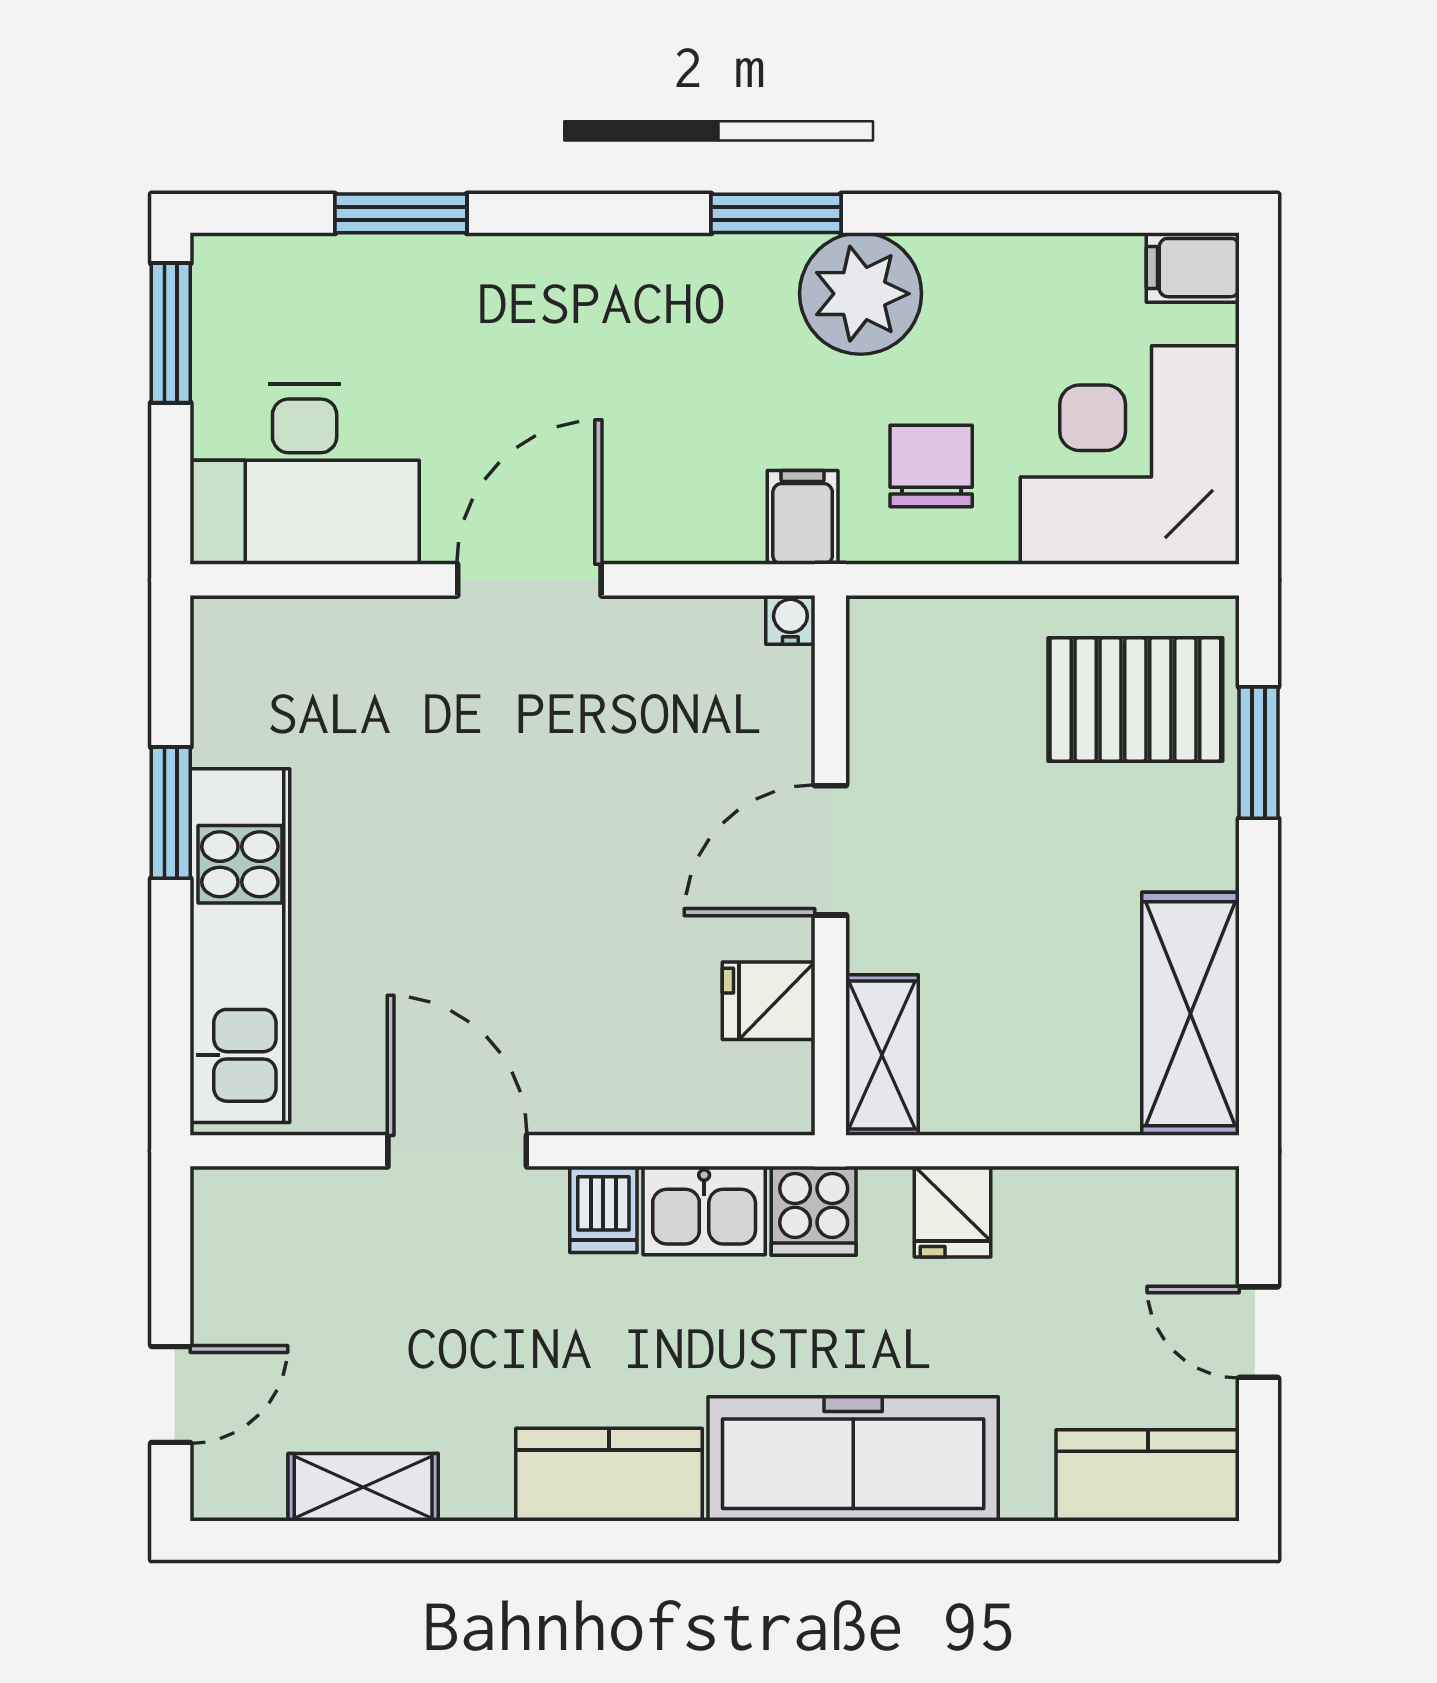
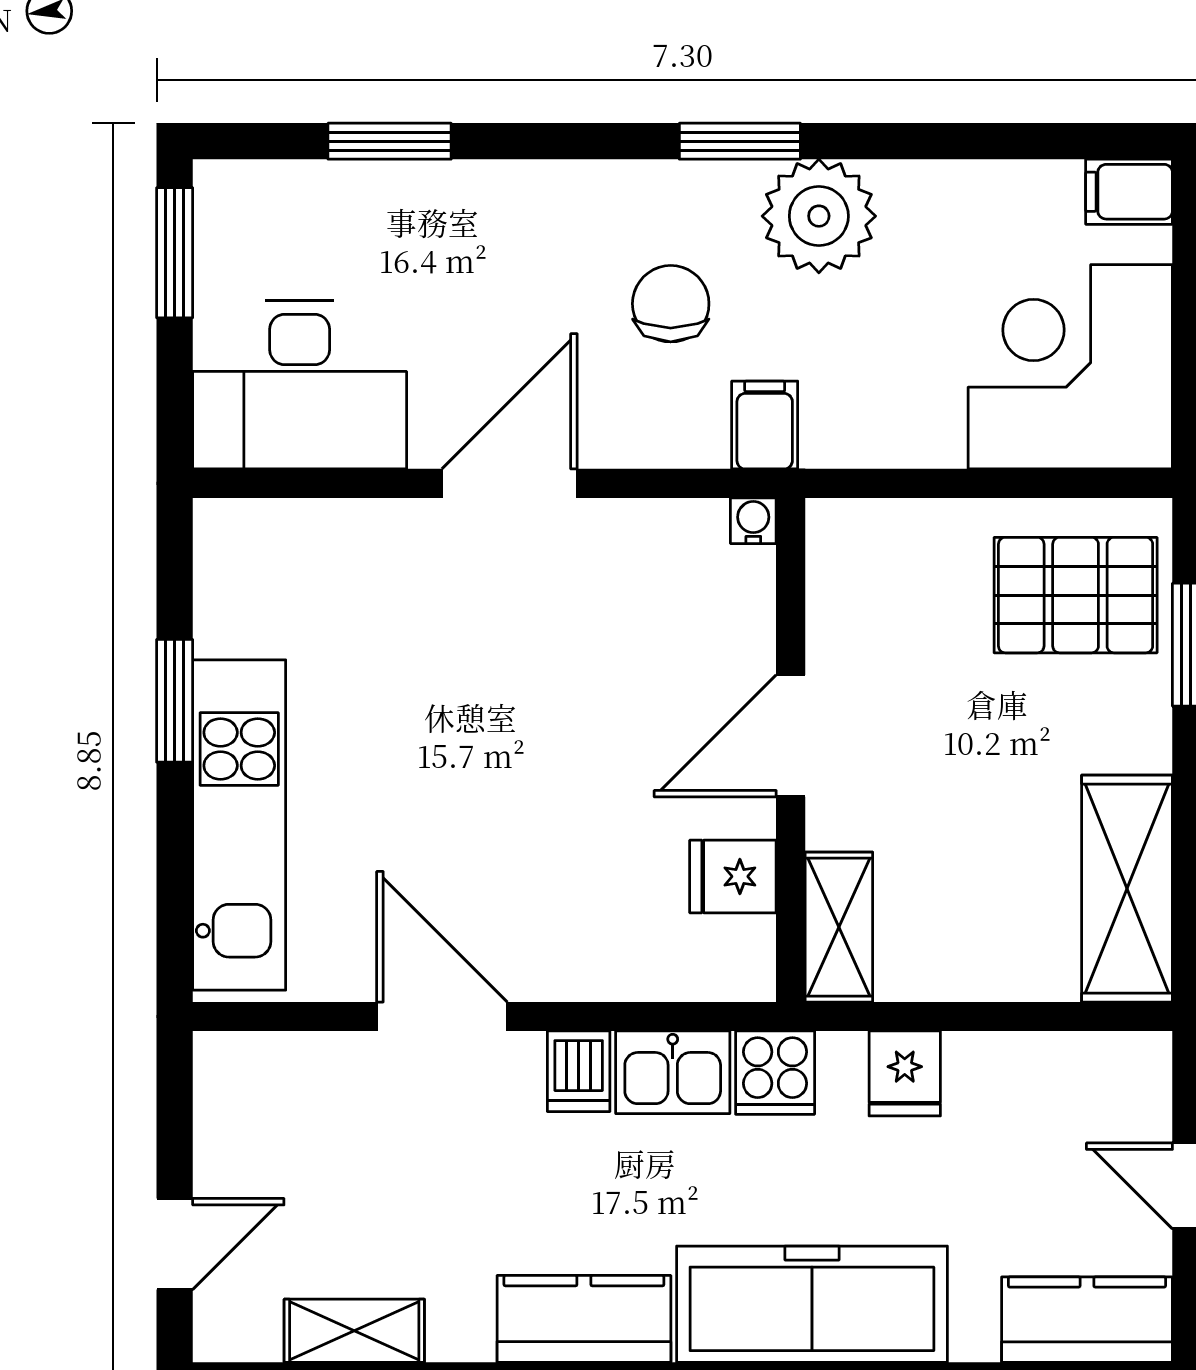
chair: (931, 466) -> (671, 304), moved

